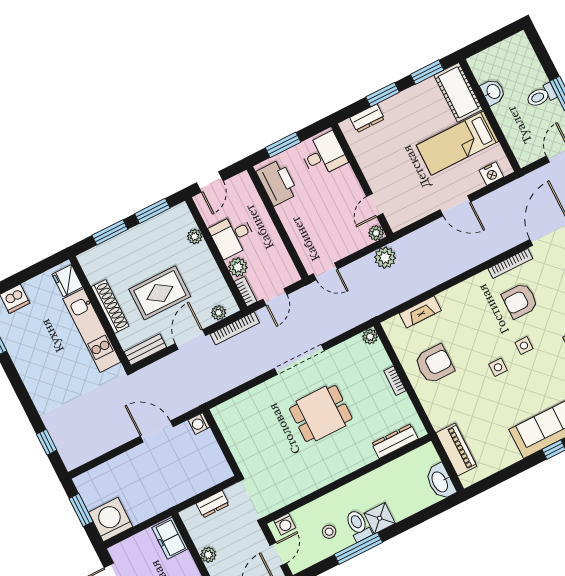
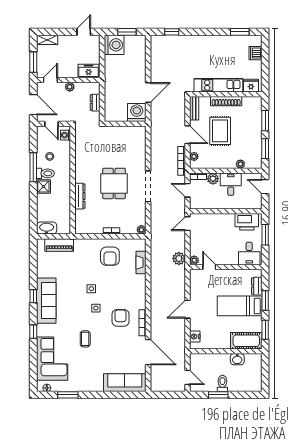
bed: (457, 143) -> (240, 306), moved, turned -90
washing machine: (199, 424) -> (137, 112), width x1.89, depth x1.89
dresser: (395, 441) -> (80, 196), moved

